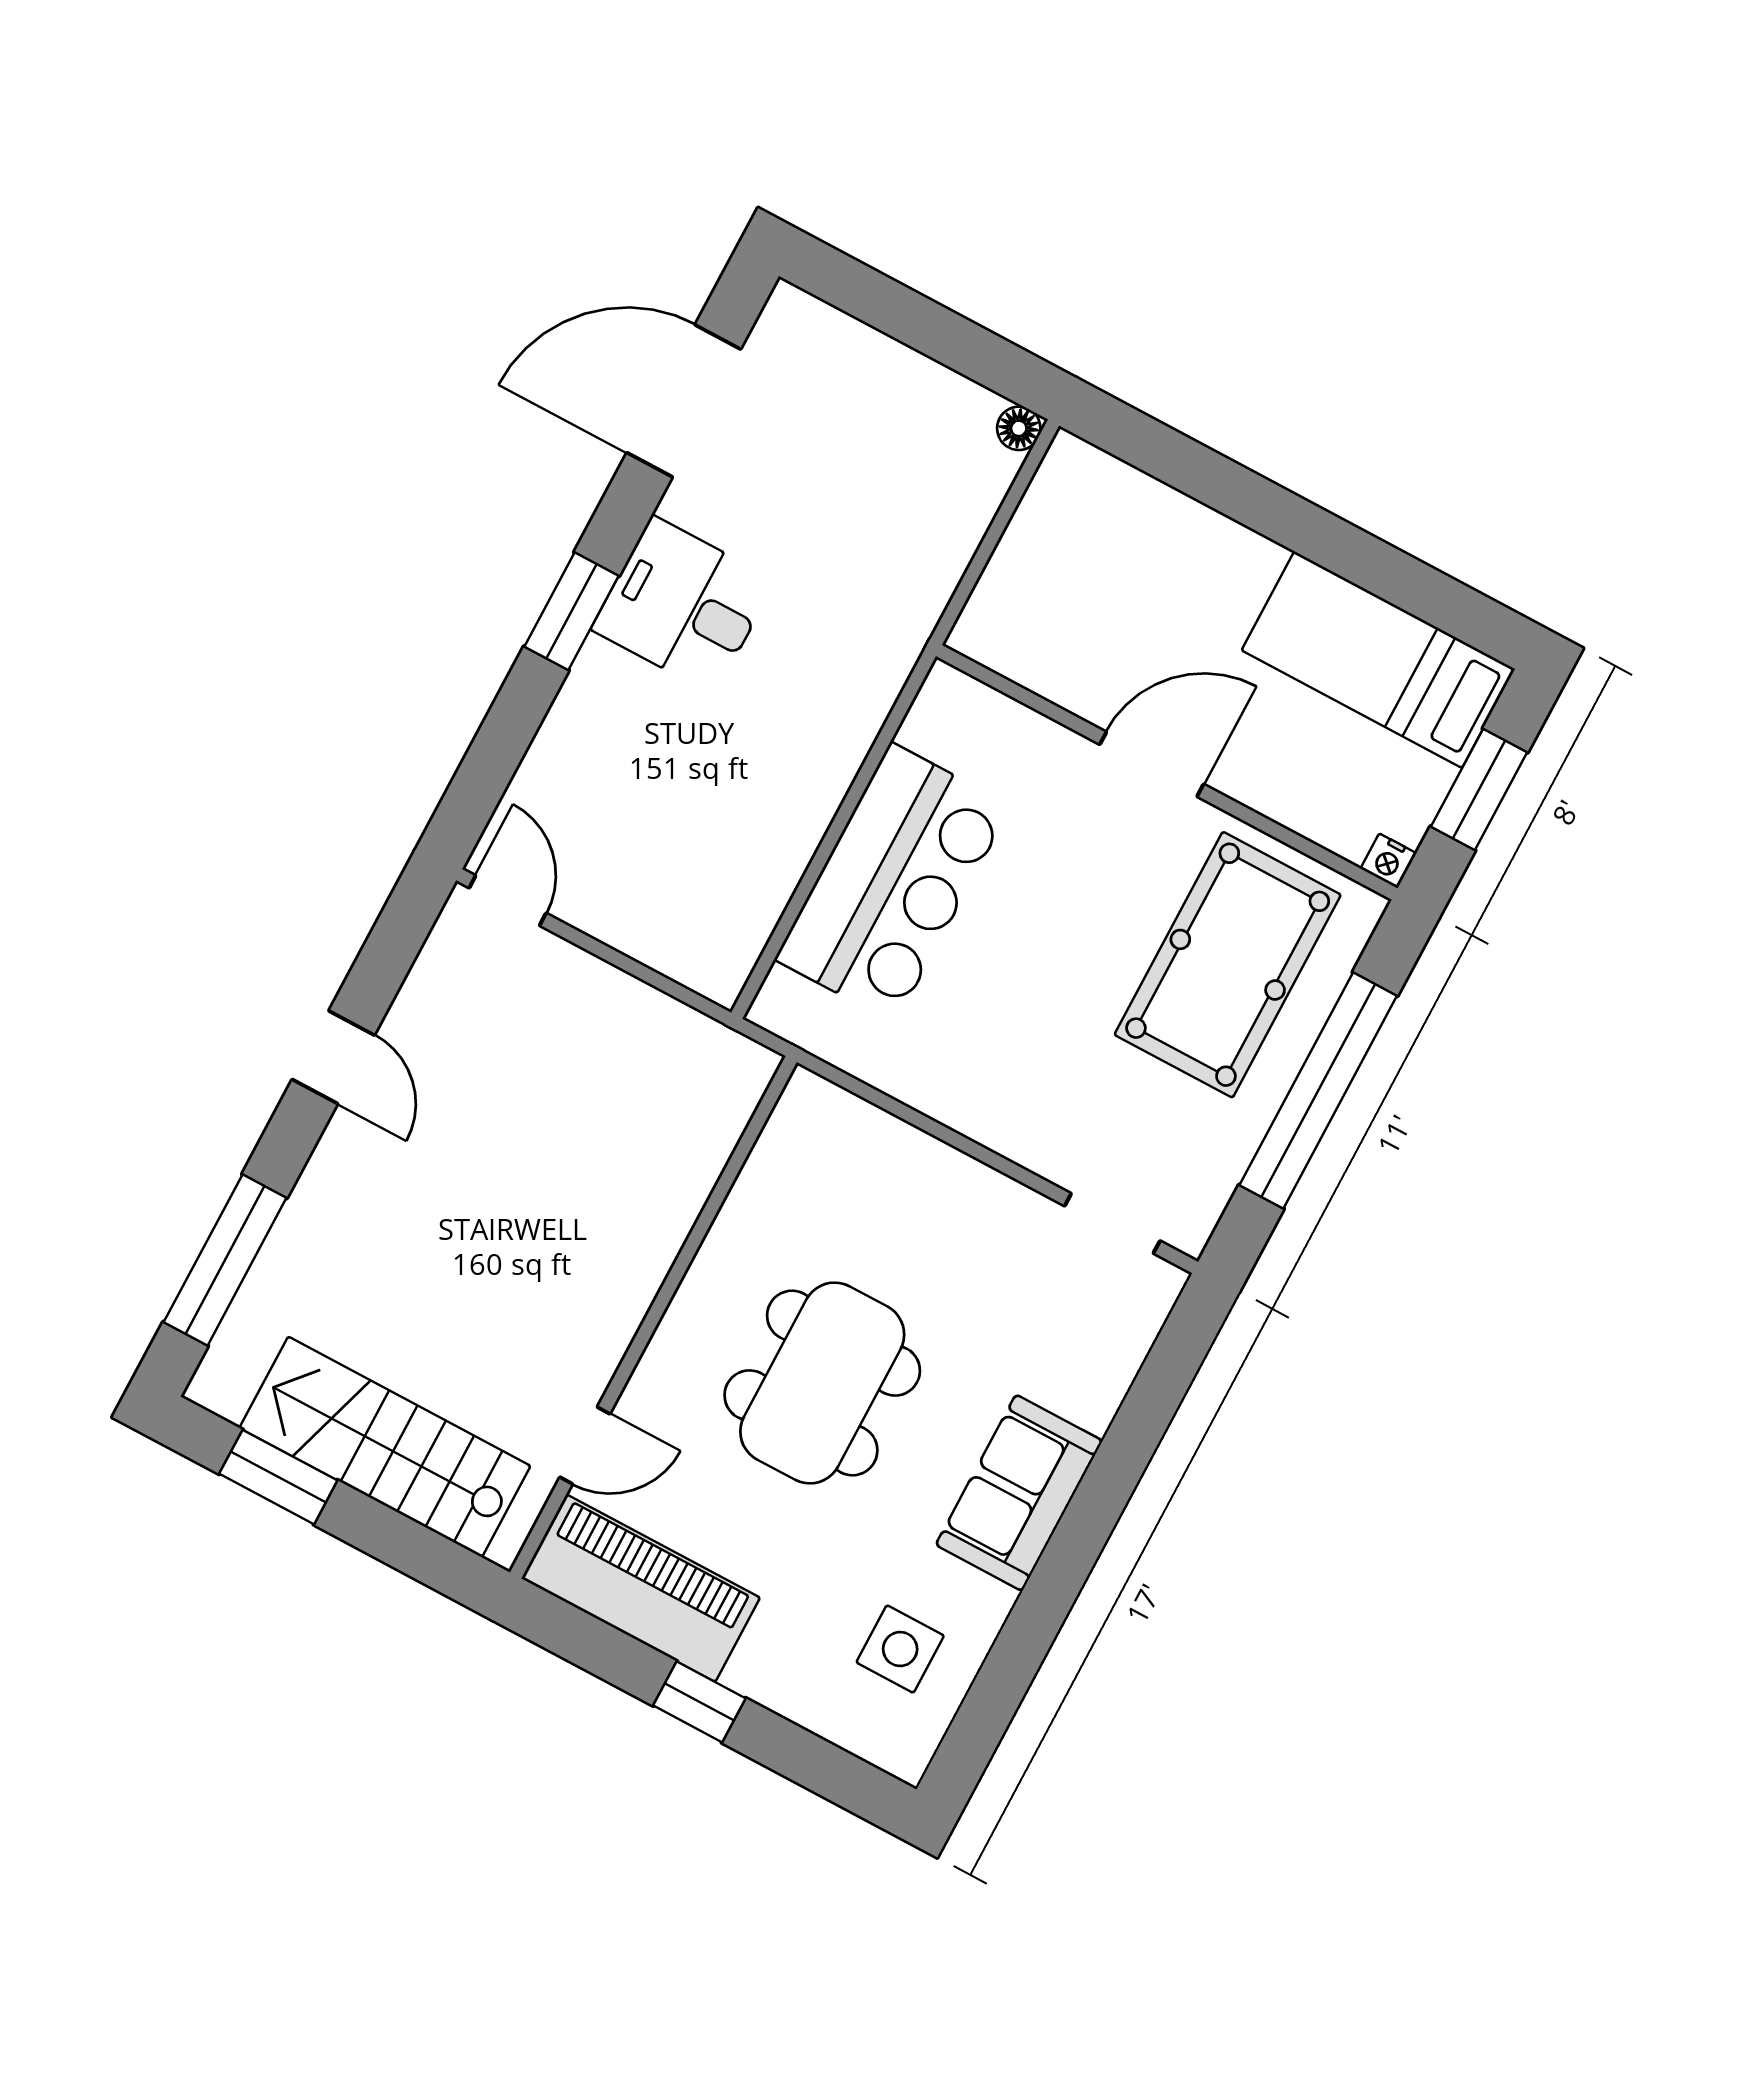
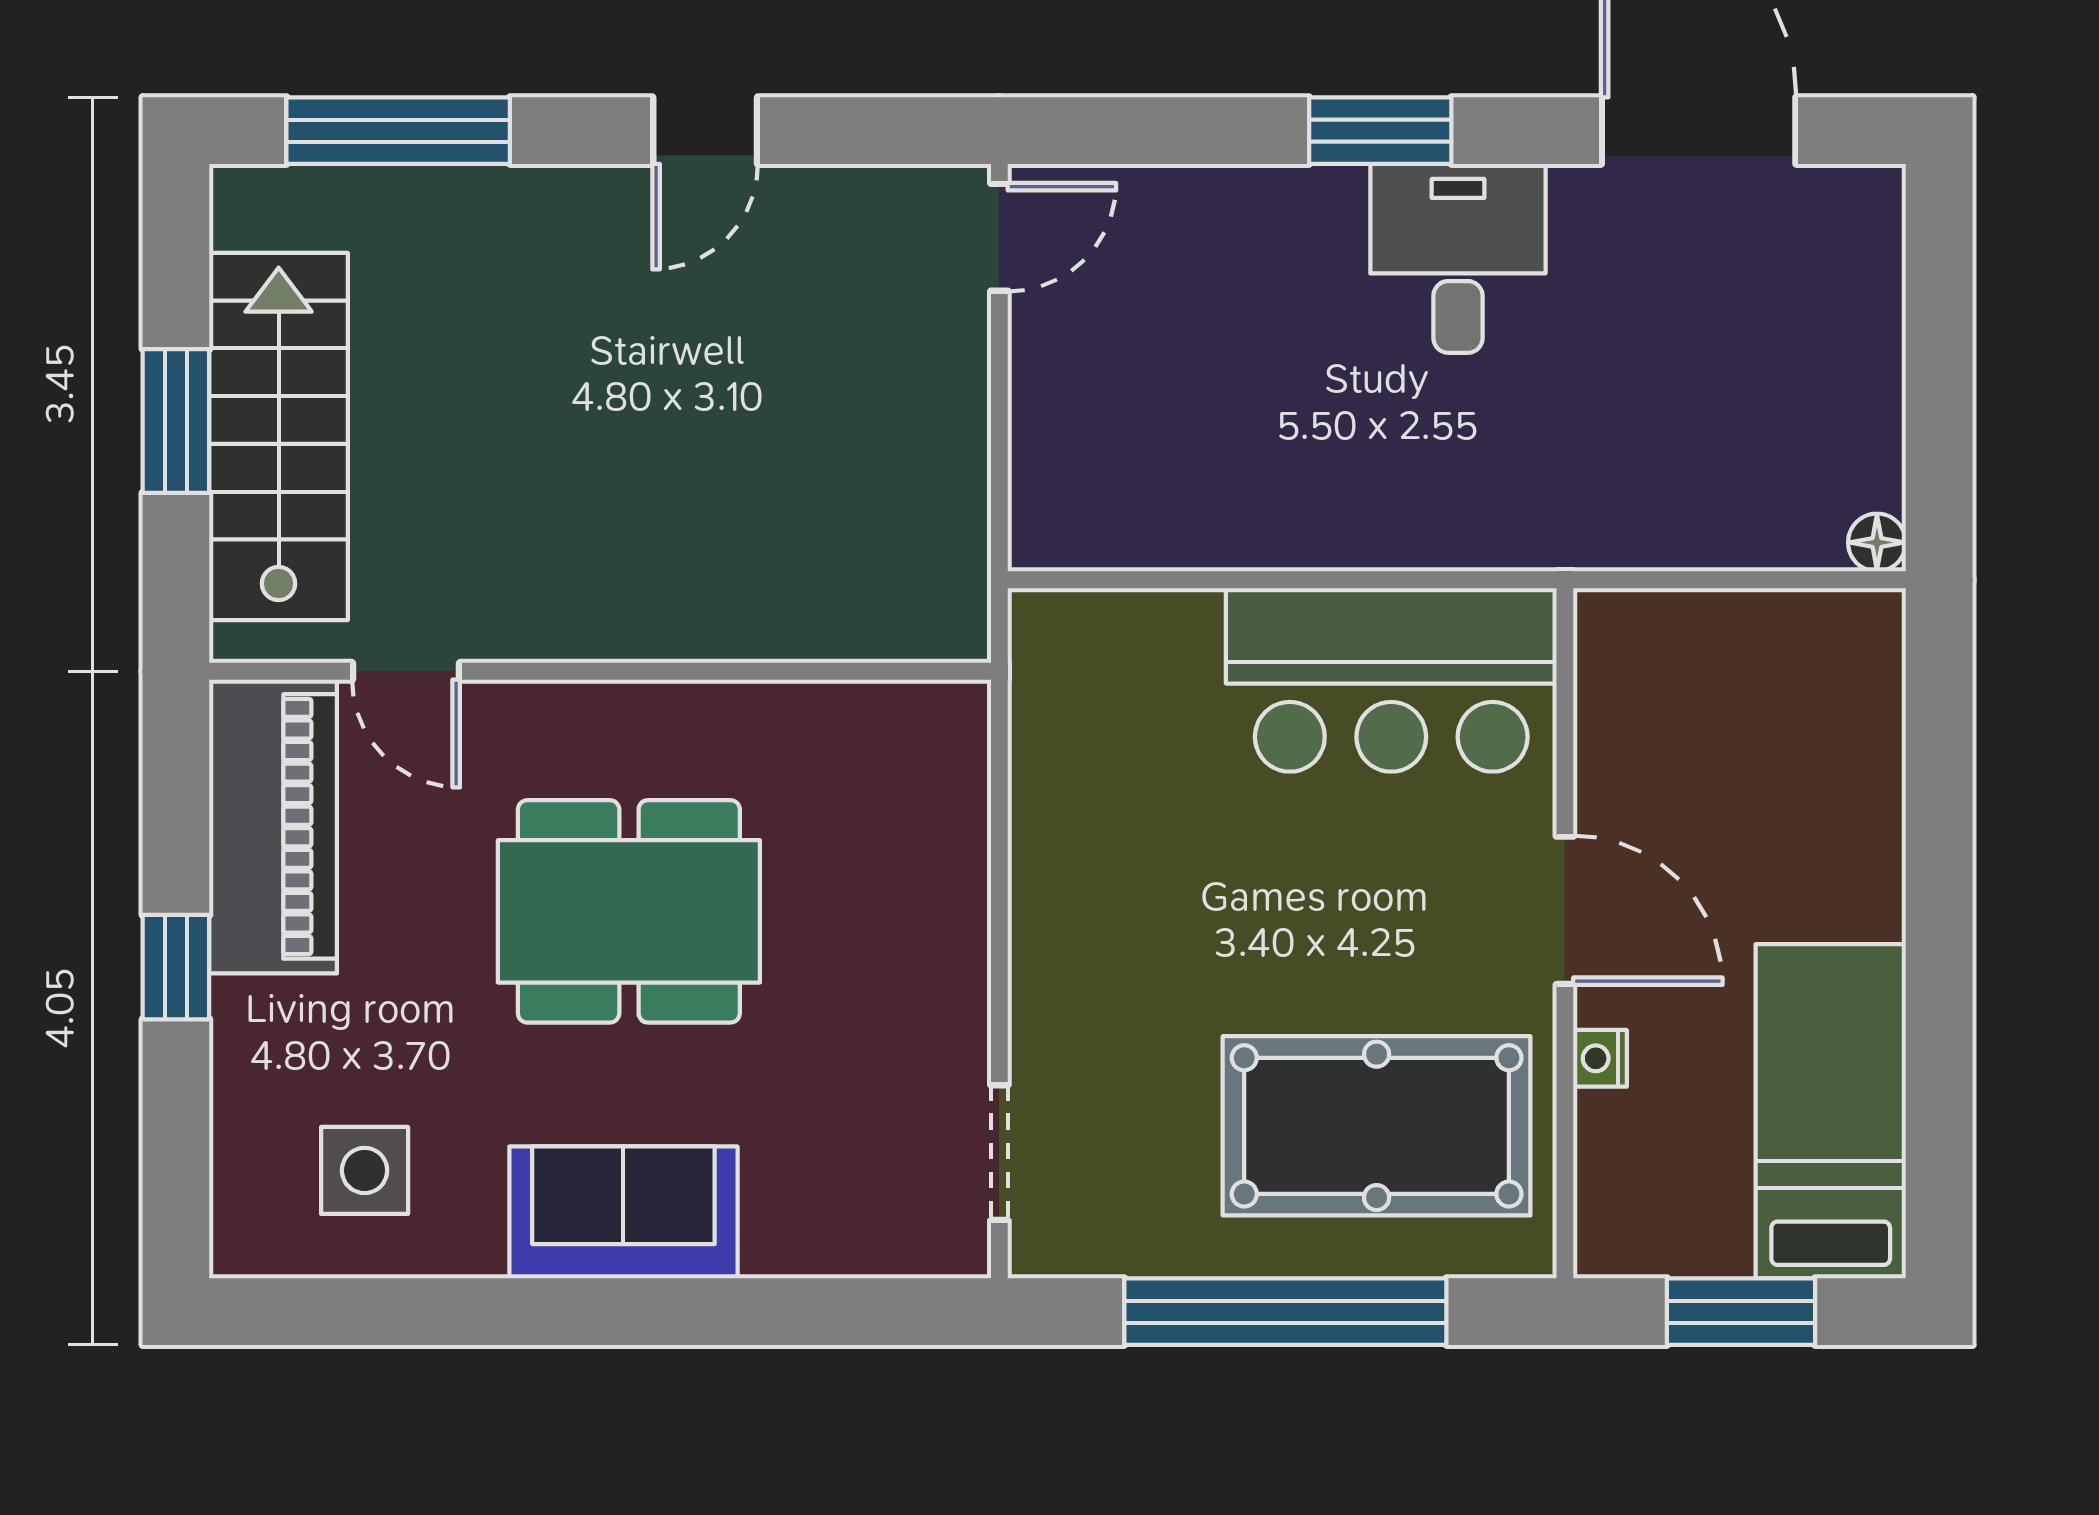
nightstand: (1388, 861) -> (1600, 1058), moved
bar counter: (893, 883) -> (1391, 680), moved
window: (278, 1477) -> (176, 421), moved

